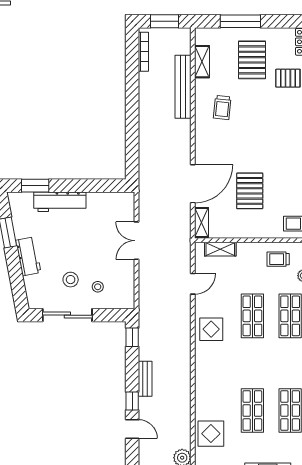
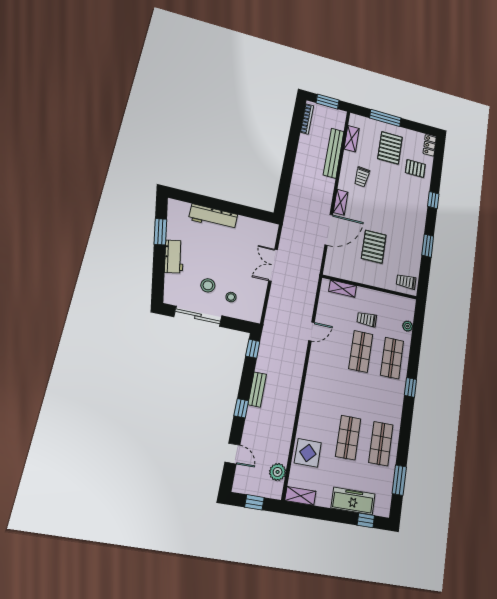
window: (35, 186) -> (194, 199), removed
shelving: (202, 223) -> (341, 202), moved
trolley: (278, 259) -> (367, 319), moved
door: (193, 284) -> (311, 331), moved
display table: (211, 329) -> (324, 356), removed
door: (132, 429) -> (232, 454), moved

